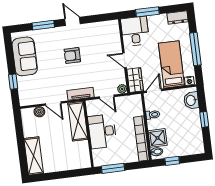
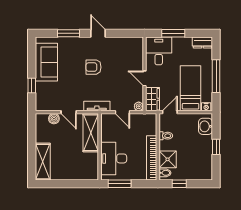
desk: (102, 131) -> (114, 158), moved

